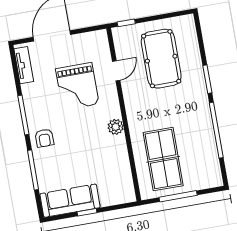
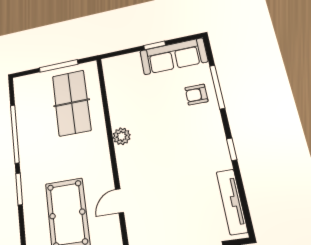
tv unit: (24, 65) -> (232, 202), width x1.41
grand piano: (77, 86) -> (166, 183), removed
window: (23, 115) -> (232, 149), width x0.46
armchair: (44, 138) -> (196, 95), moved, turned -90

